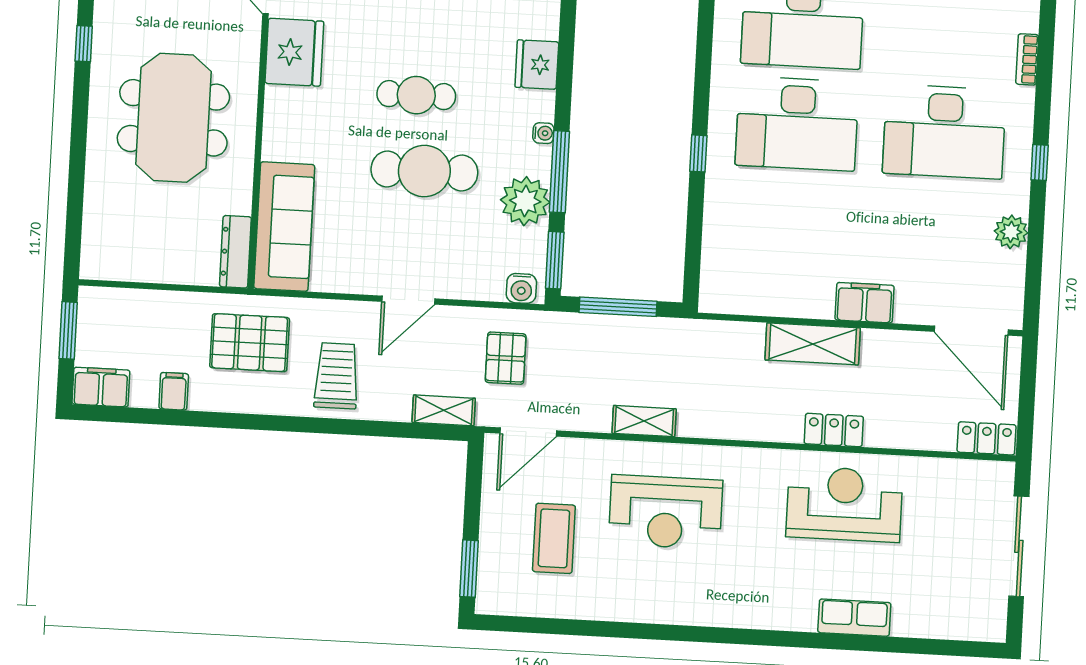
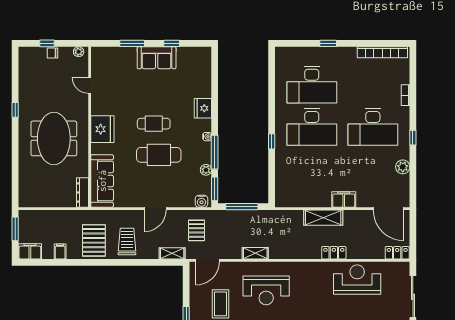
fridge: (294, 52) -> (102, 129), moved
plant: (525, 201) -> (206, 170), width x0.53, depth x0.53
pallet: (250, 343) -> (94, 240), moved, turned 90
reception desk: (844, 504) -> (357, 280), moved

